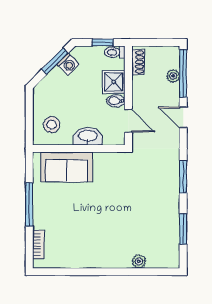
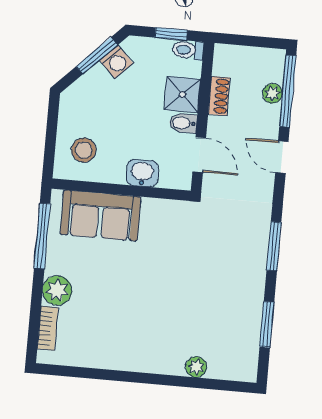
shoe rack: (138, 62) -> (219, 96), moved
washbasin: (88, 136) -> (142, 173), width x0.72
window: (29, 205) -> (42, 236), moved
plant: (42, 219) -> (57, 290), added

